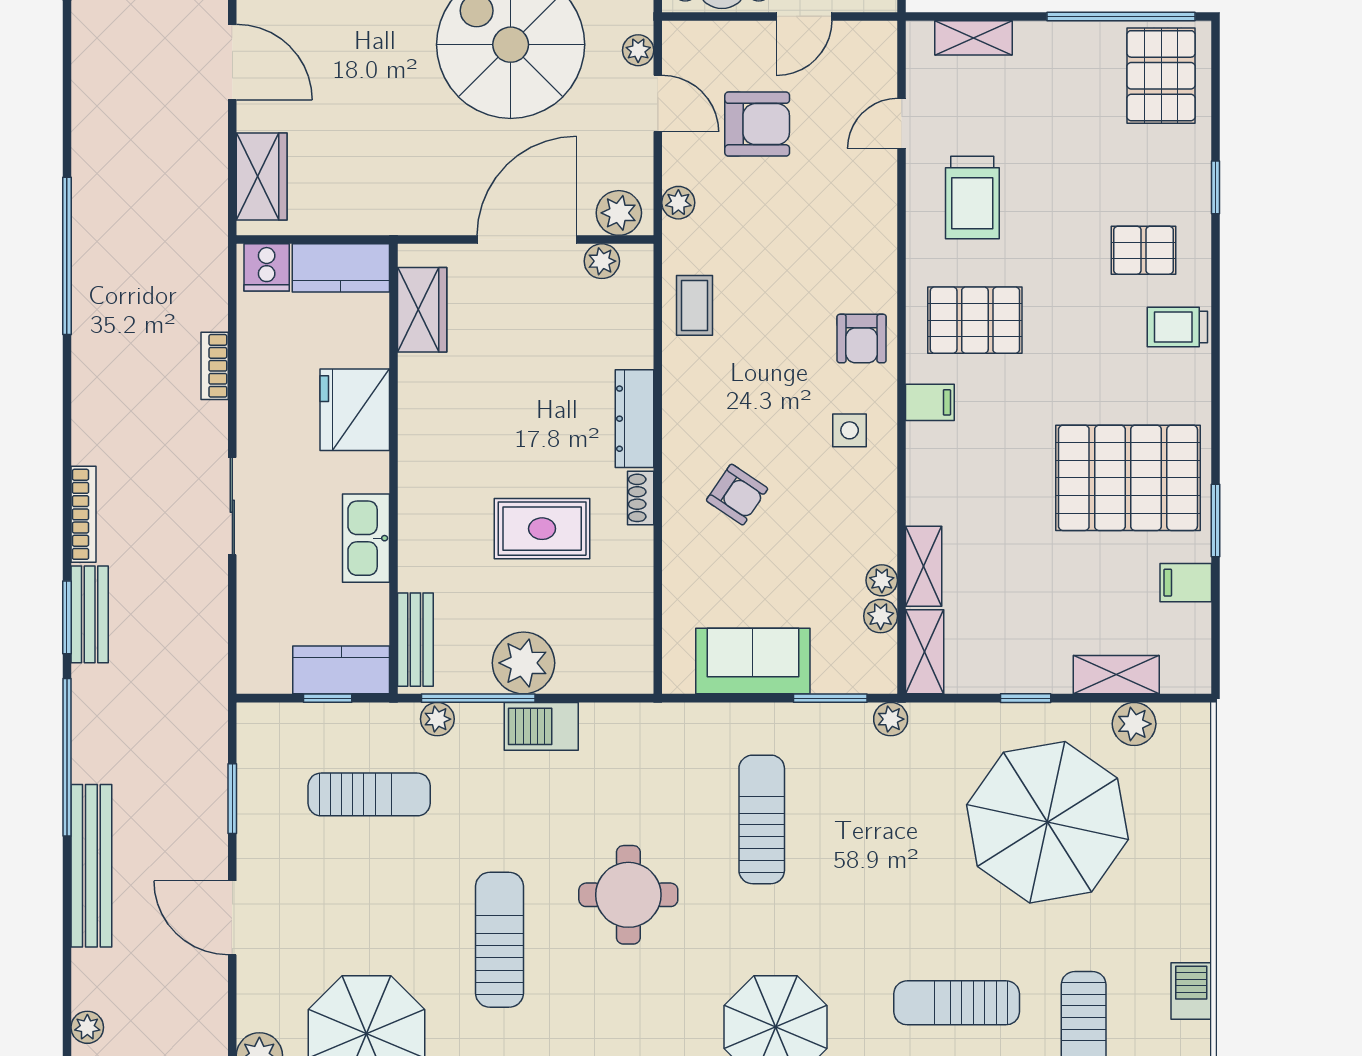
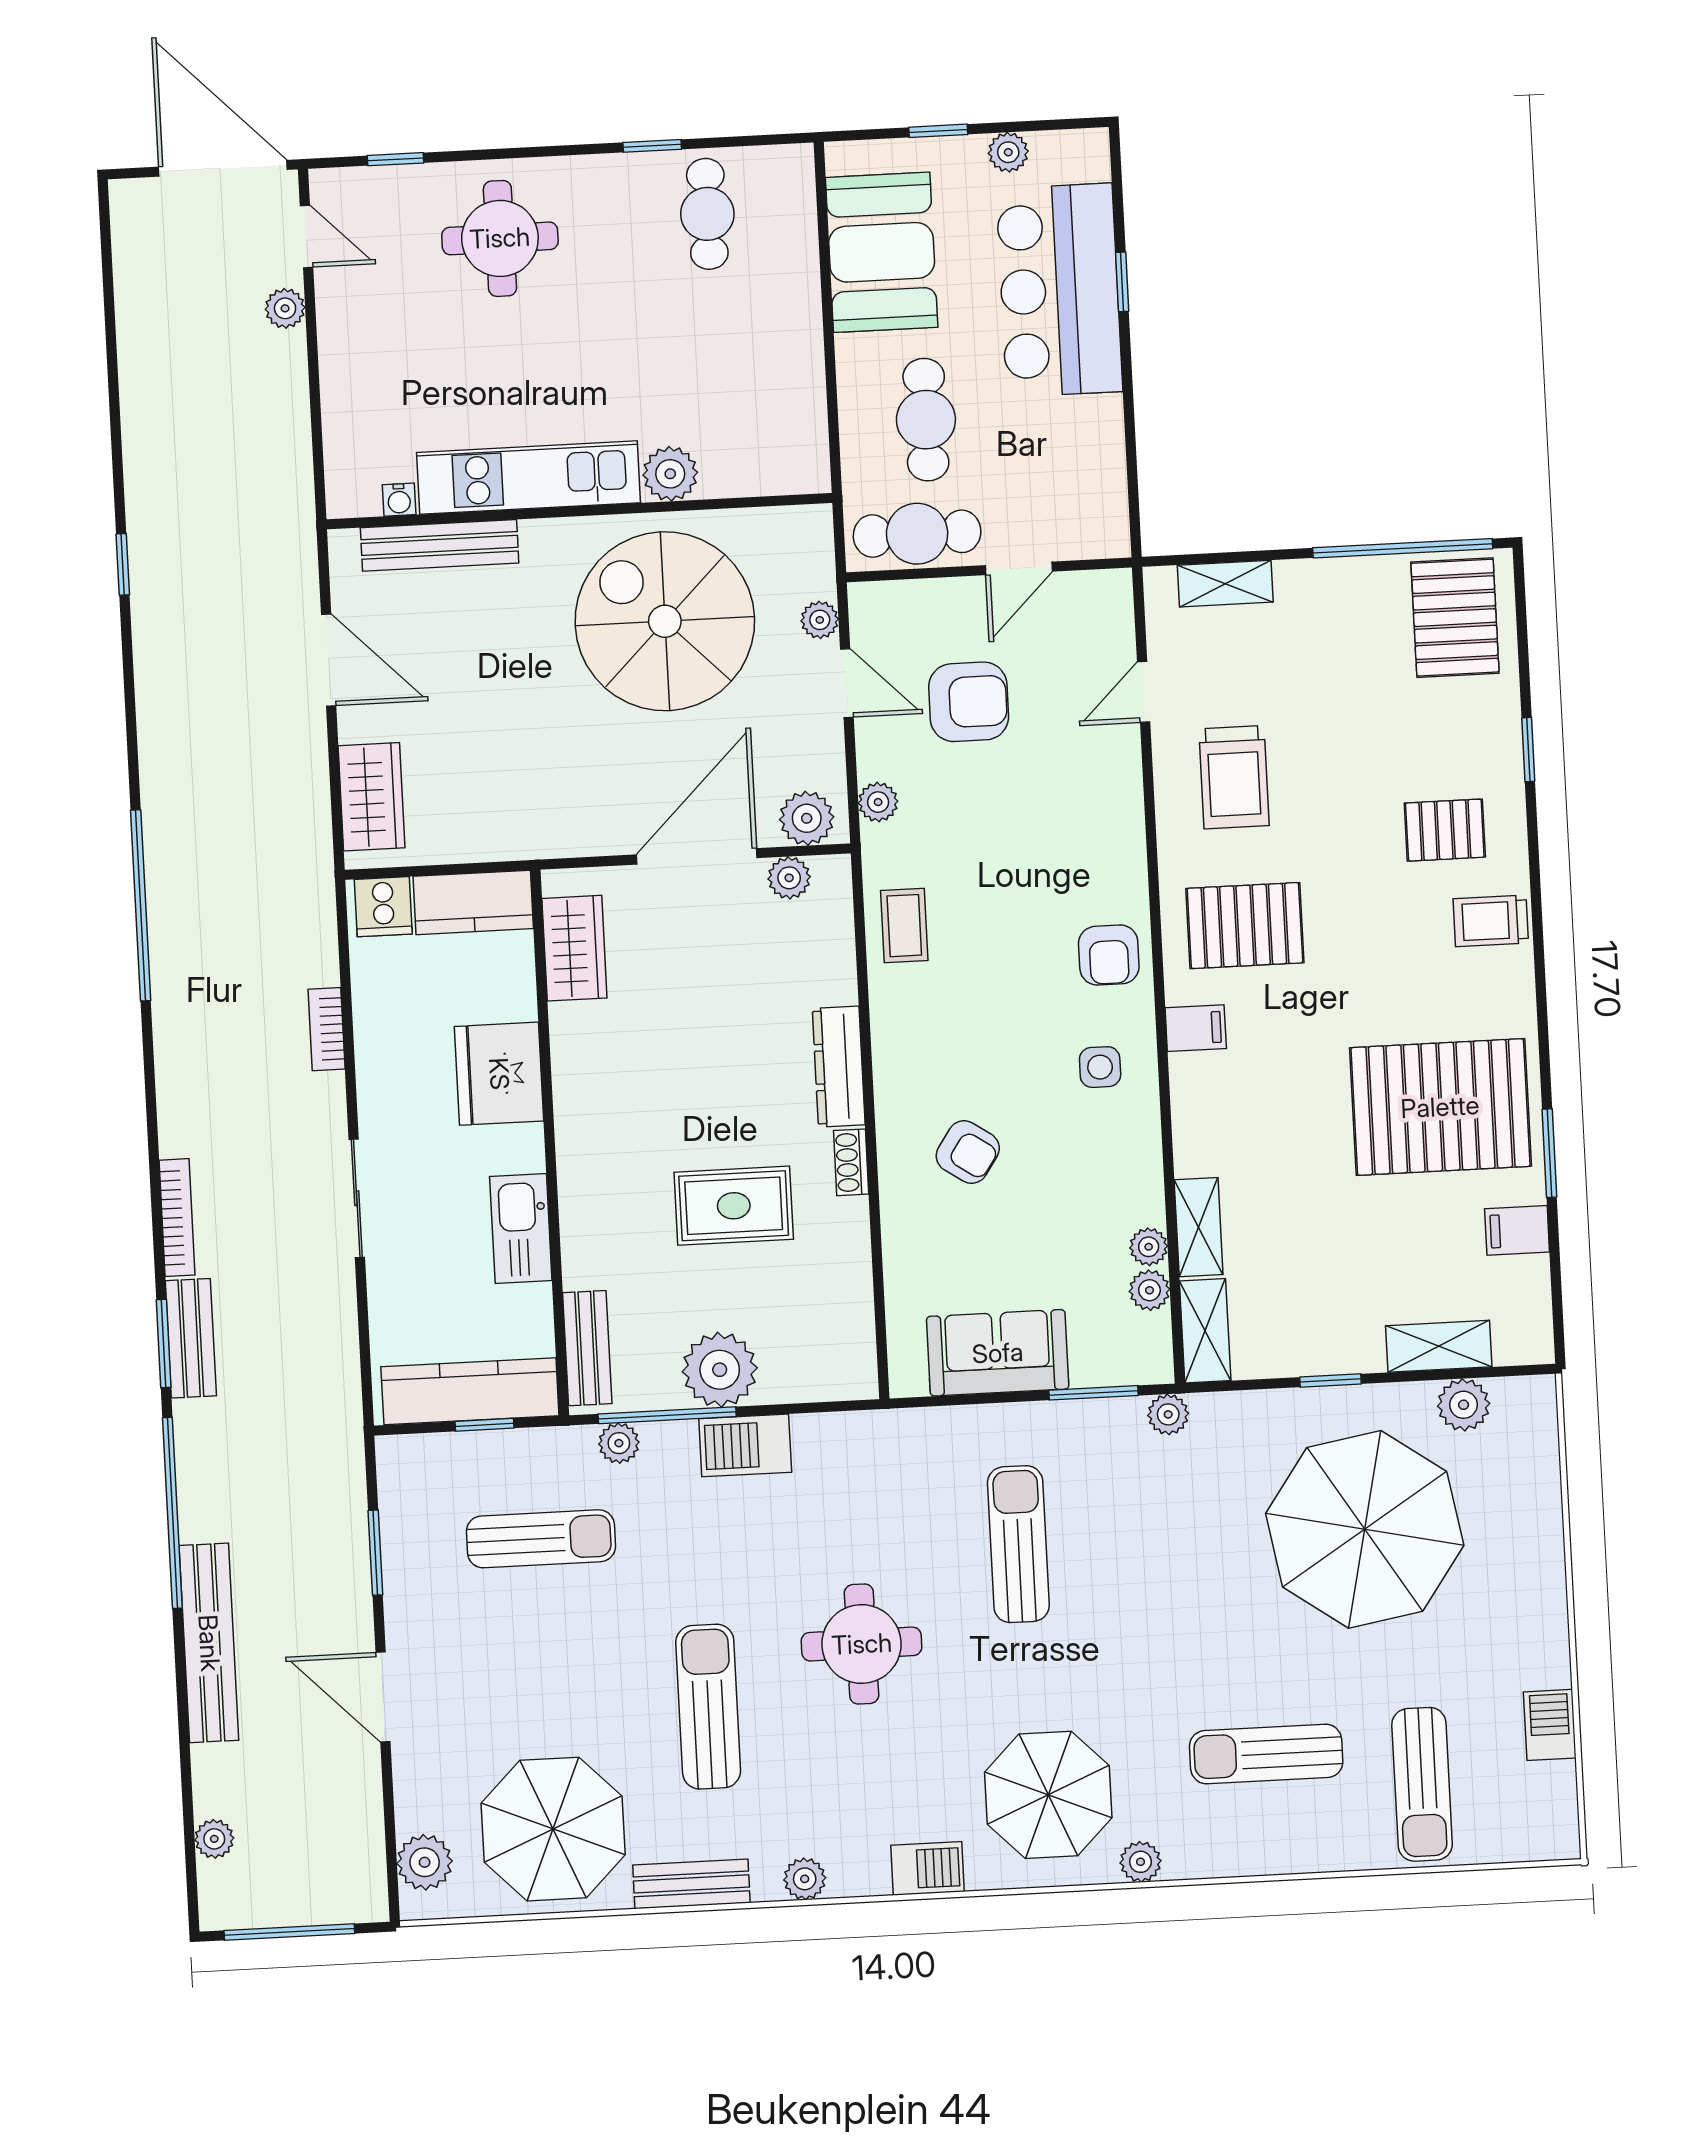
kitchen counter: (341, 670) -> (470, 1391), width x1.50

